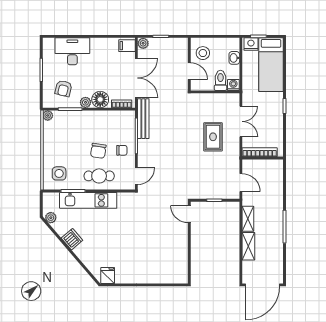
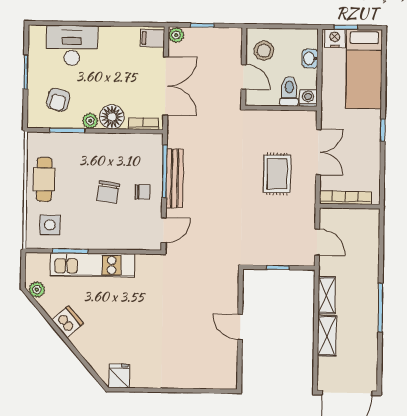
plant: (48, 115) -> (34, 139), removed
bench: (143, 119) -> (175, 178), moved
cafe table: (99, 176) -> (44, 179), moved, turned 90
door: (189, 214) -> (240, 327), moved

